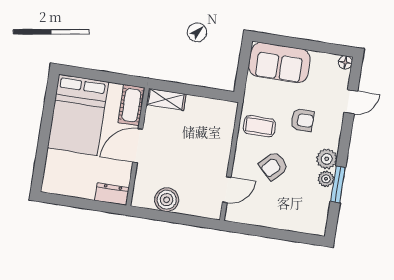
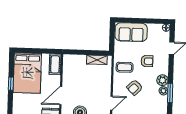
shelving: (166, 99) -> (97, 60), moved
window: (45, 131) -> (11, 84), added
door: (138, 146) -> (61, 96), moved

